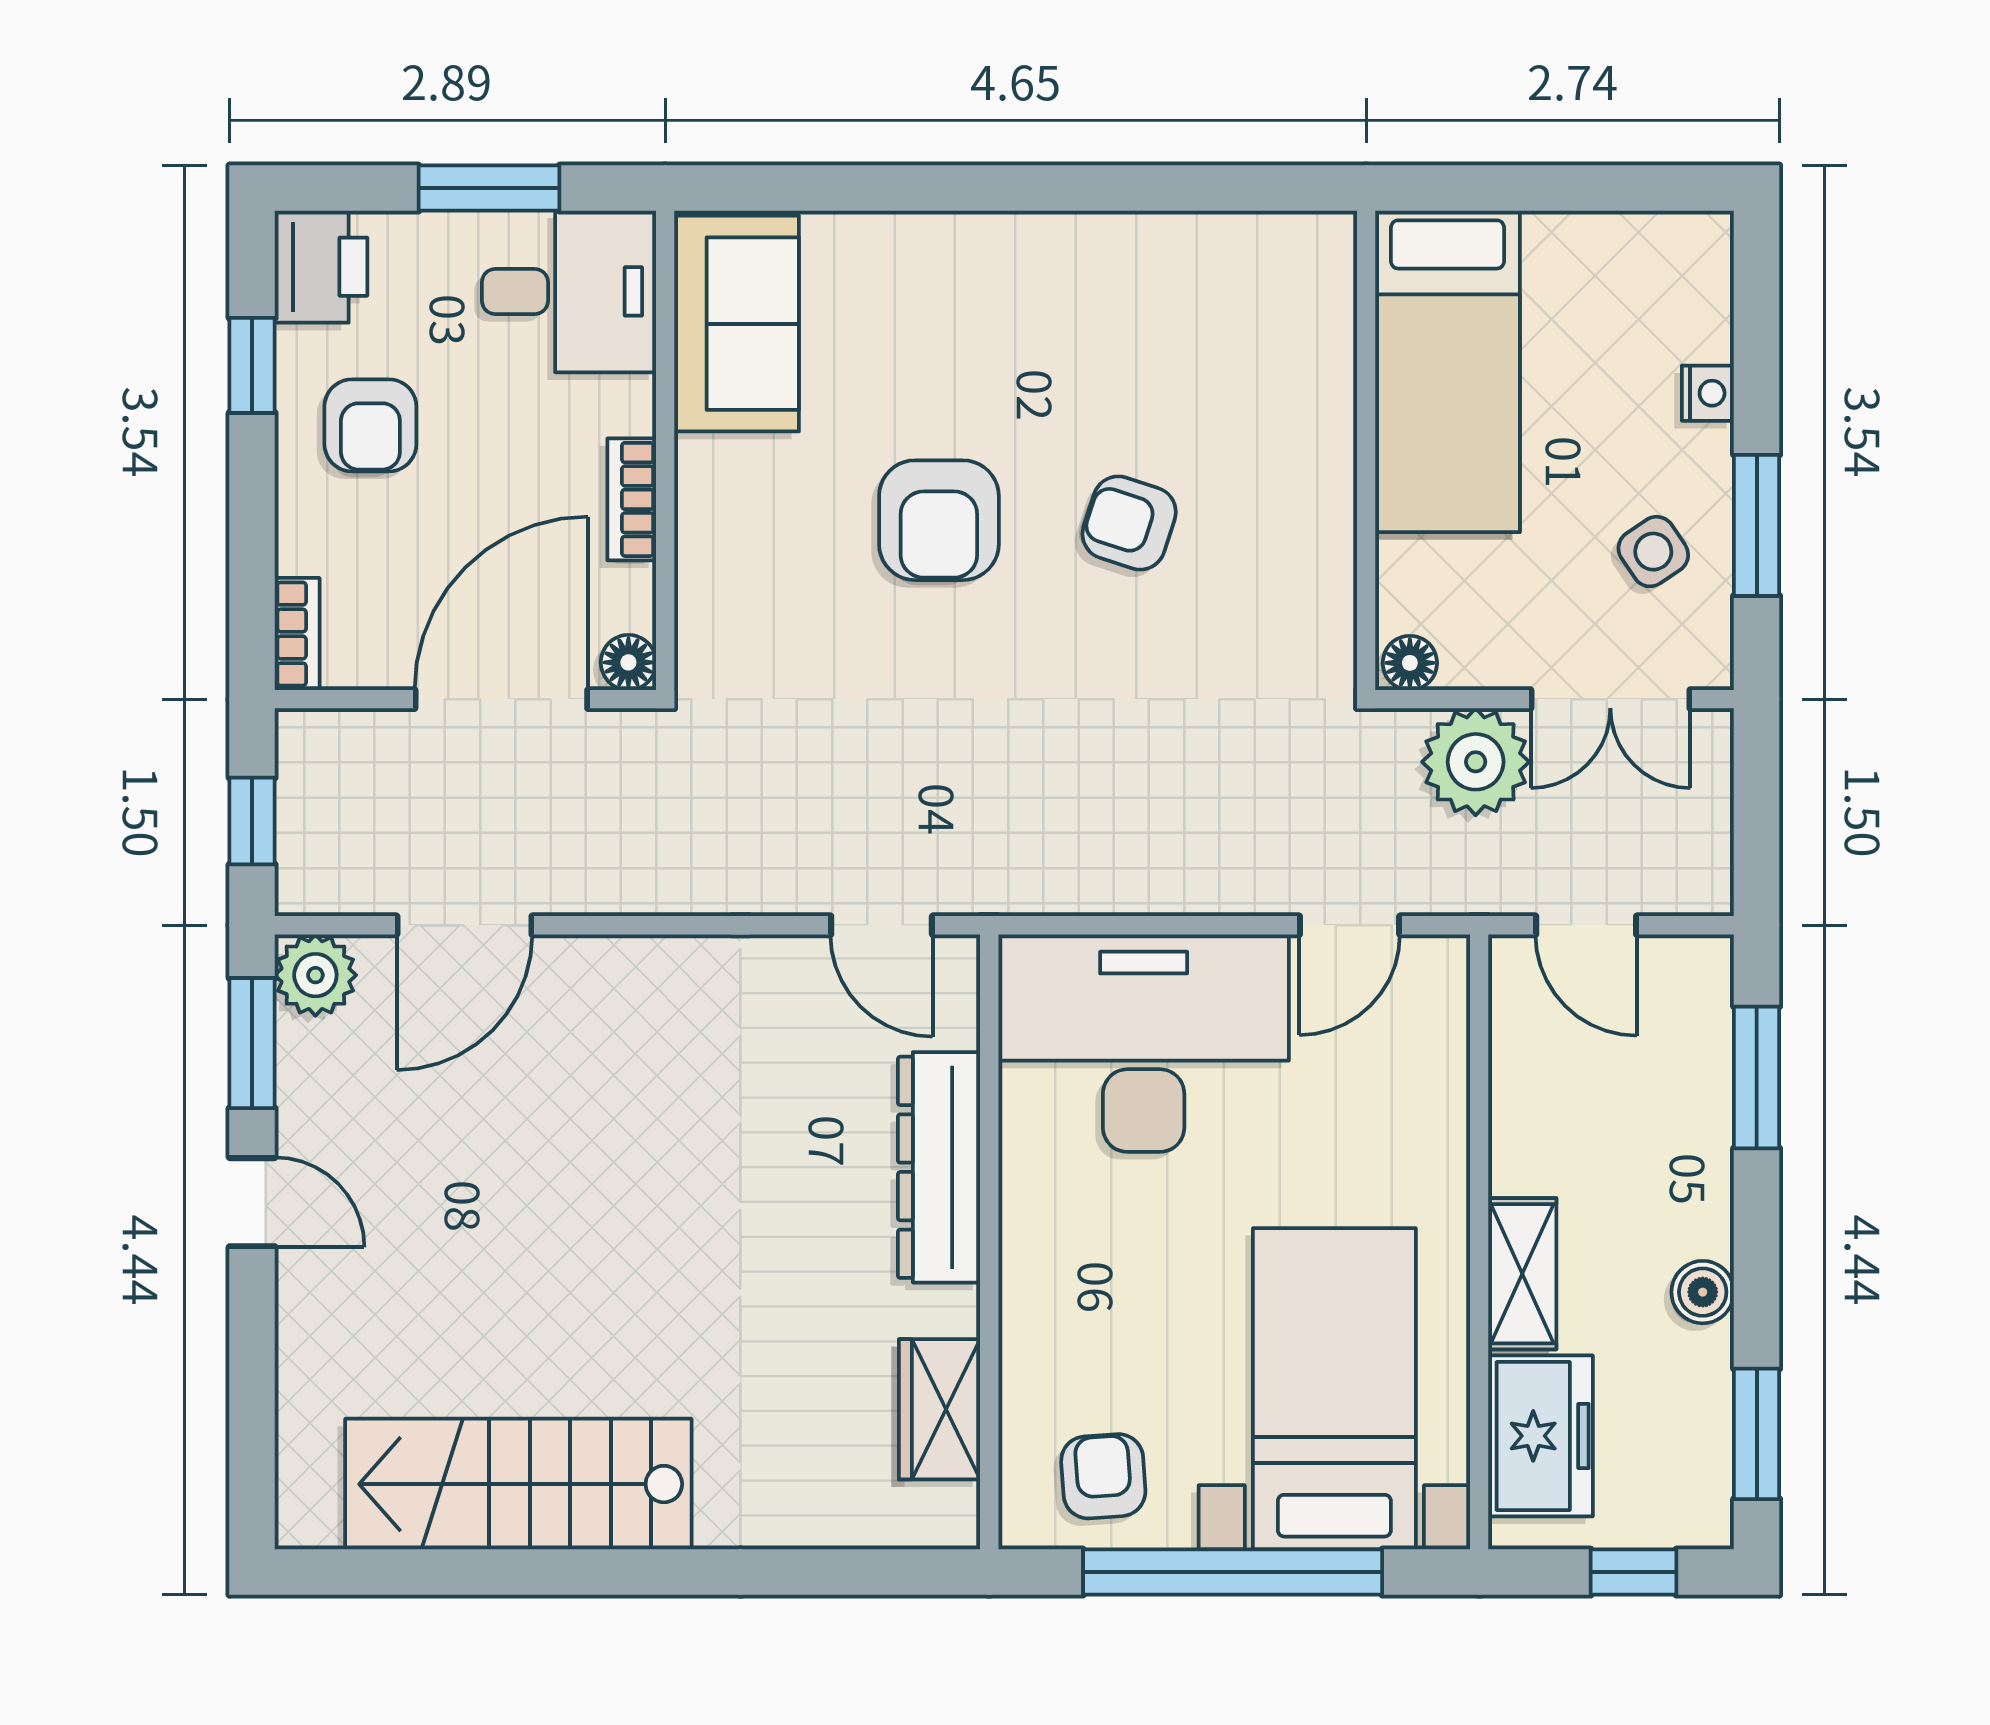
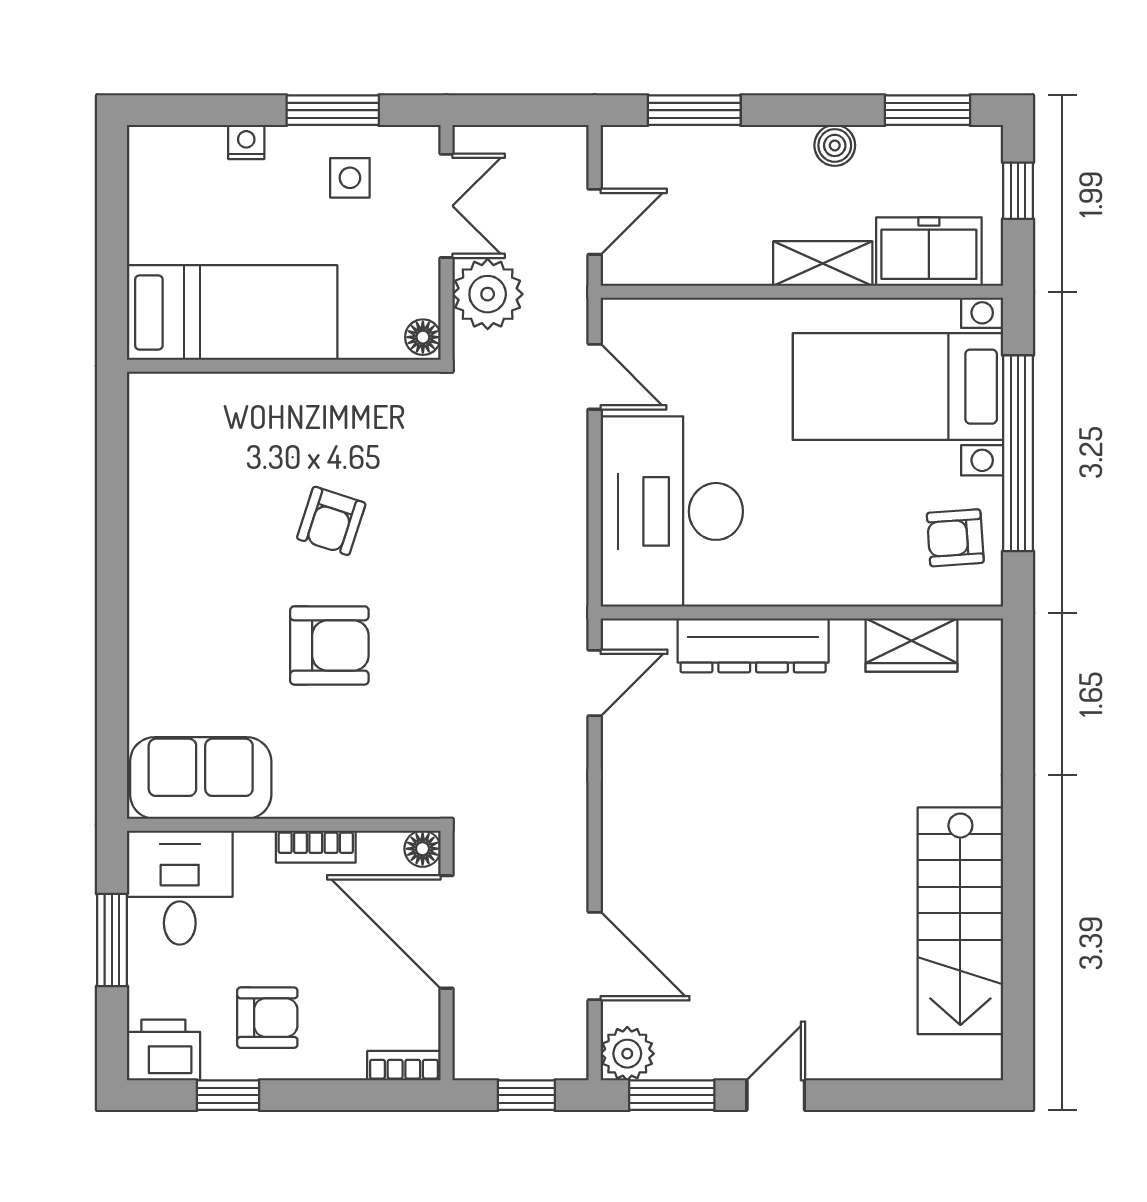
side table: (1653, 552) -> (350, 178), turned 34

